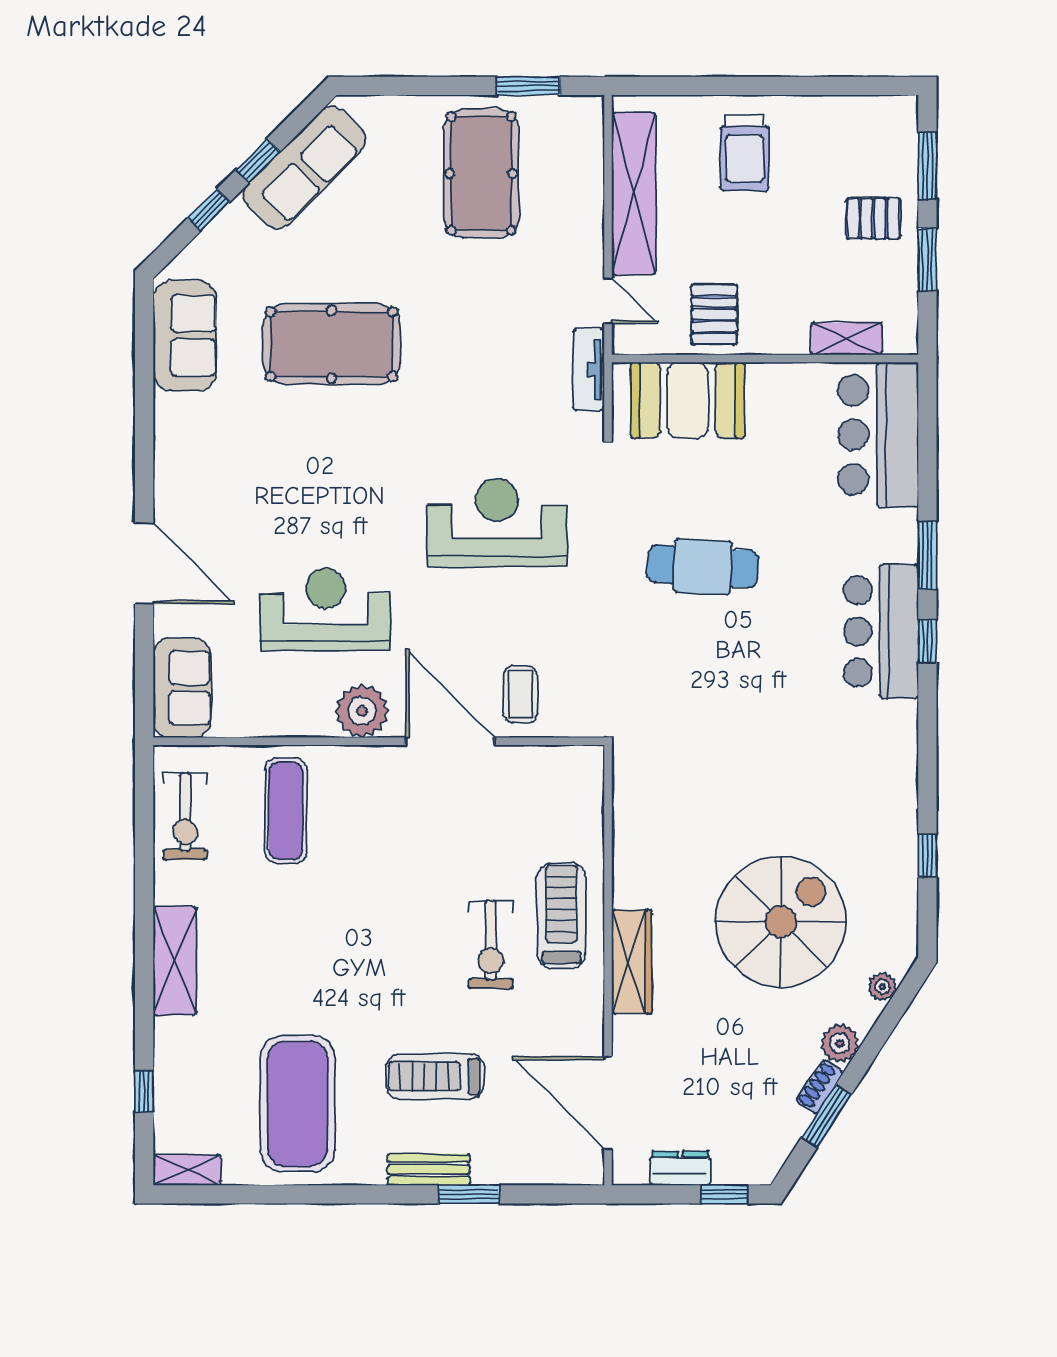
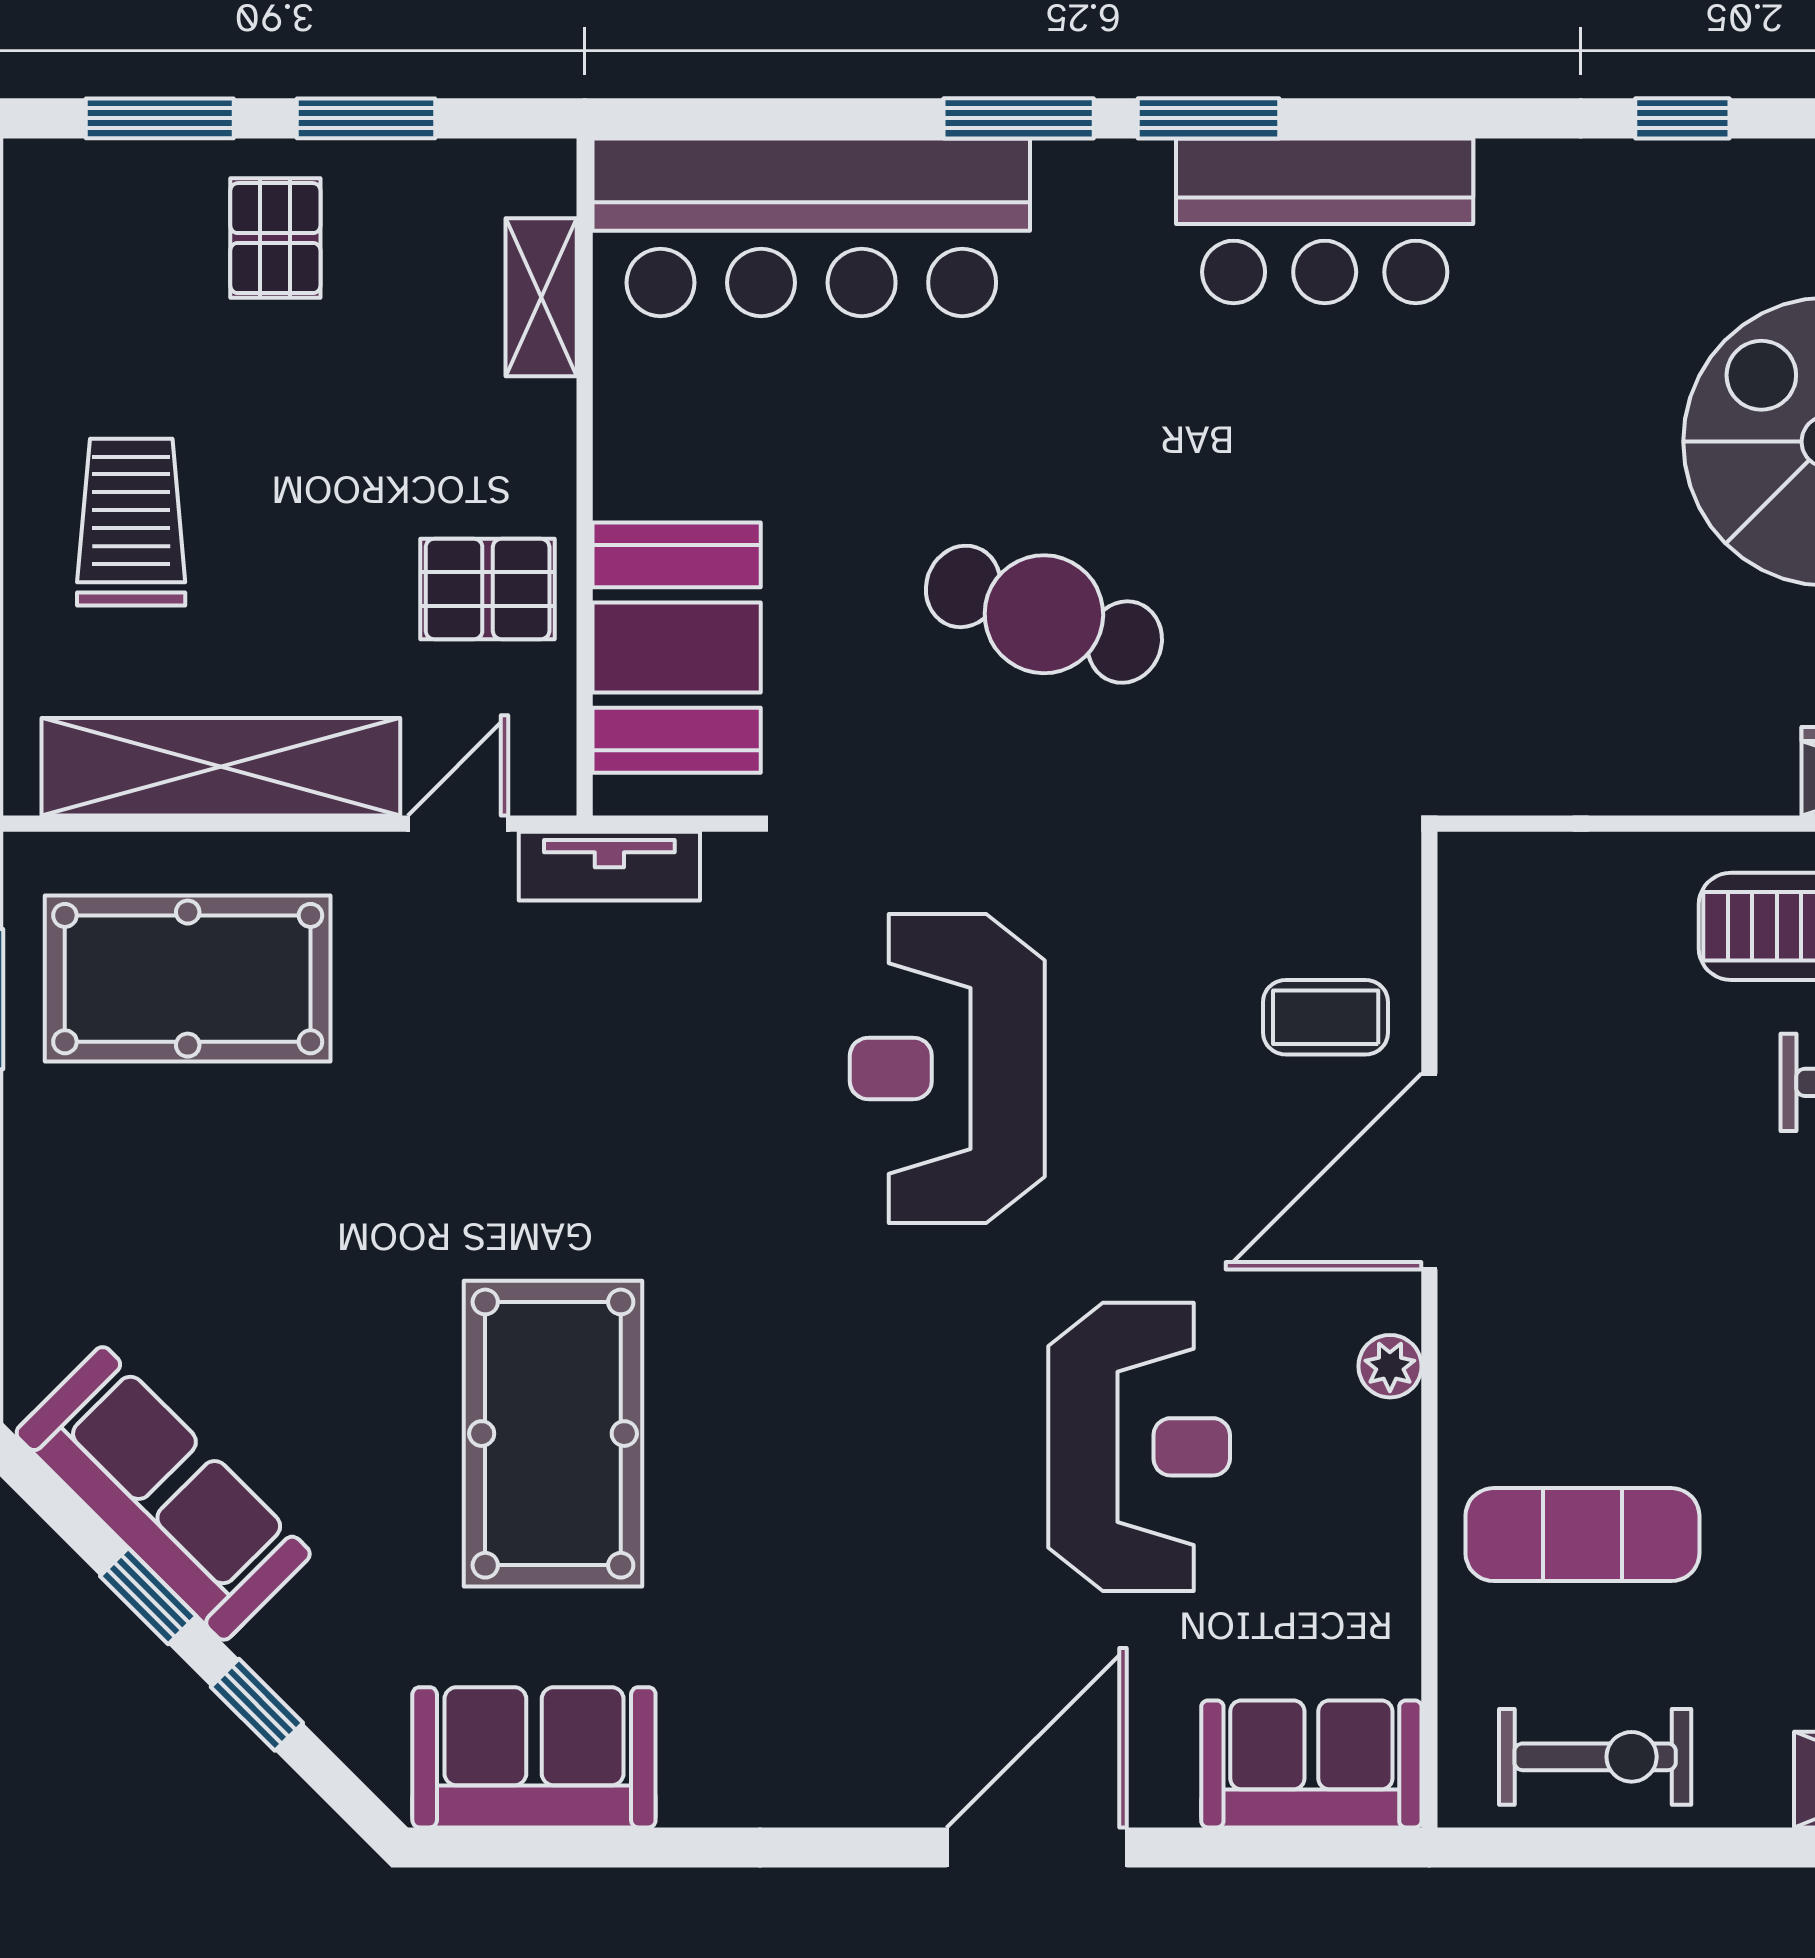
trolley: (745, 153) -> (131, 522), turned -90
pool table: (481, 173) -> (188, 979), moved
bar counter: (878, 435) -> (811, 227), width x1.36
cafe table: (703, 567) -> (1044, 614), turned -74
reception desk: (326, 610) -> (1139, 1447), turned 180
bar counter: (881, 631) -> (1325, 221), moved
window: (927, 641) -> (1208, 118), width x1.50
plant: (362, 711) -> (1390, 1366), width x0.53, depth x0.53

